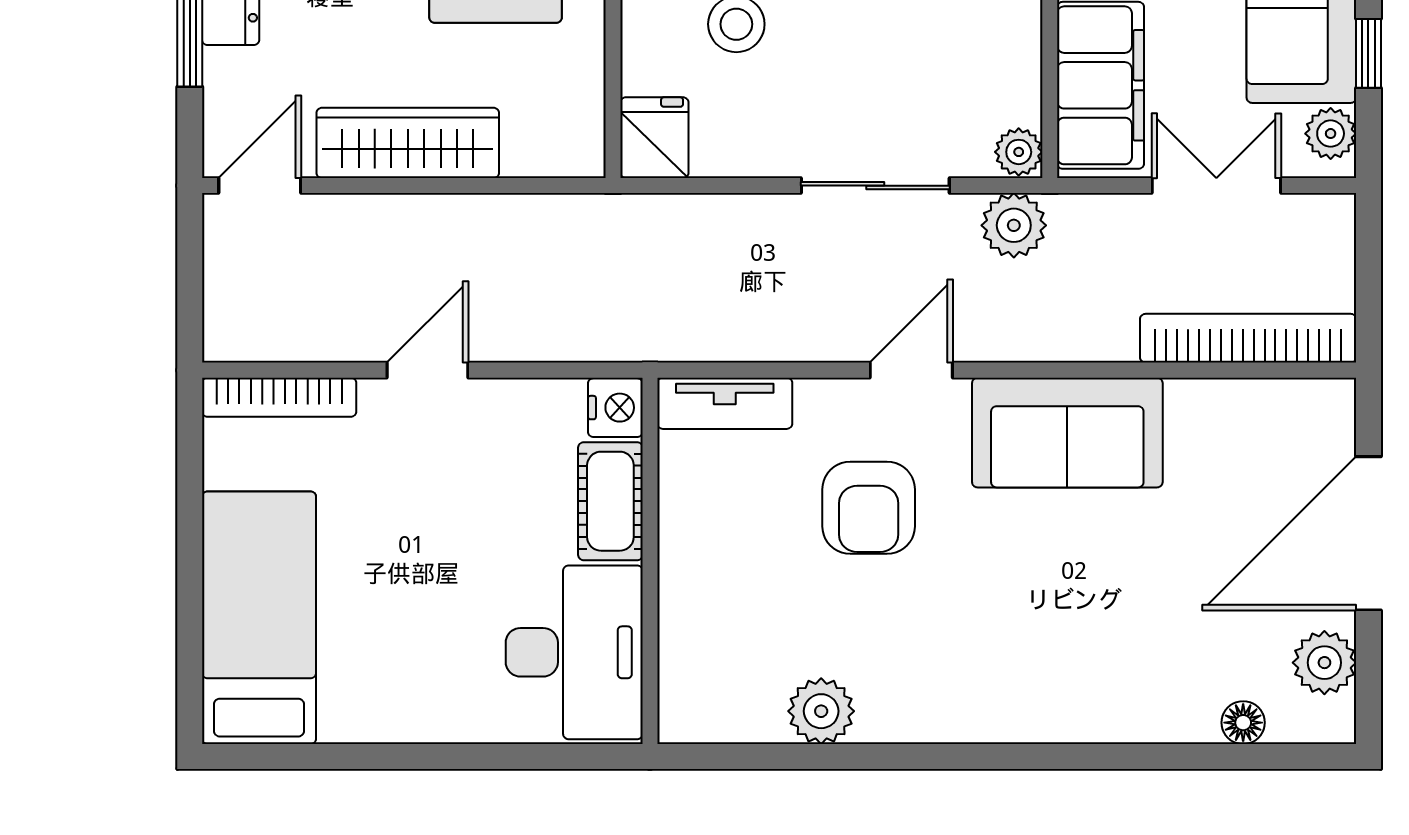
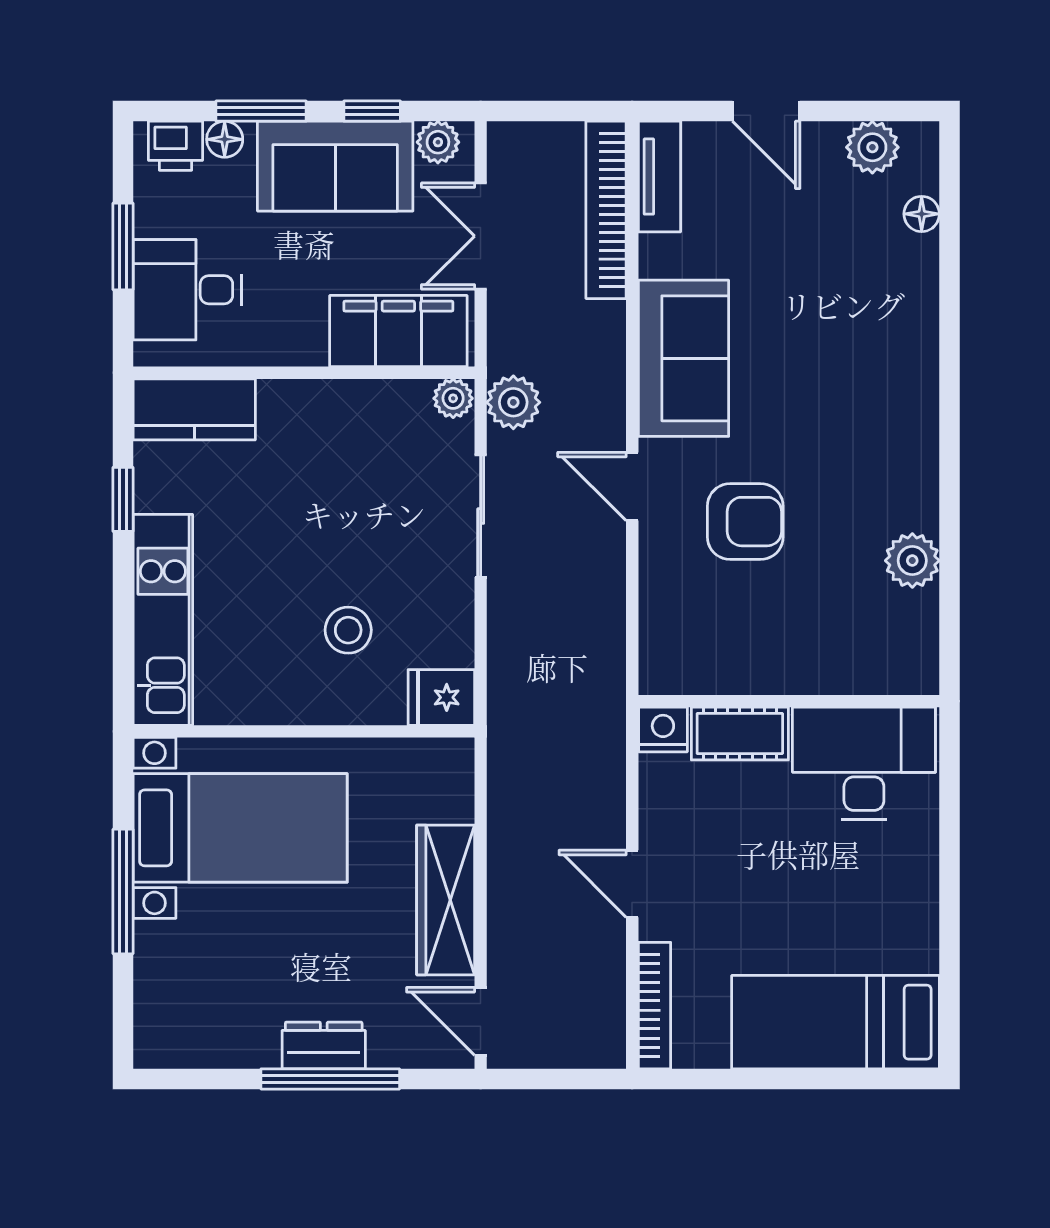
tv unit: (725, 403) -> (659, 177), moved
door: (1368, 533) -> (766, 111), width x0.53

